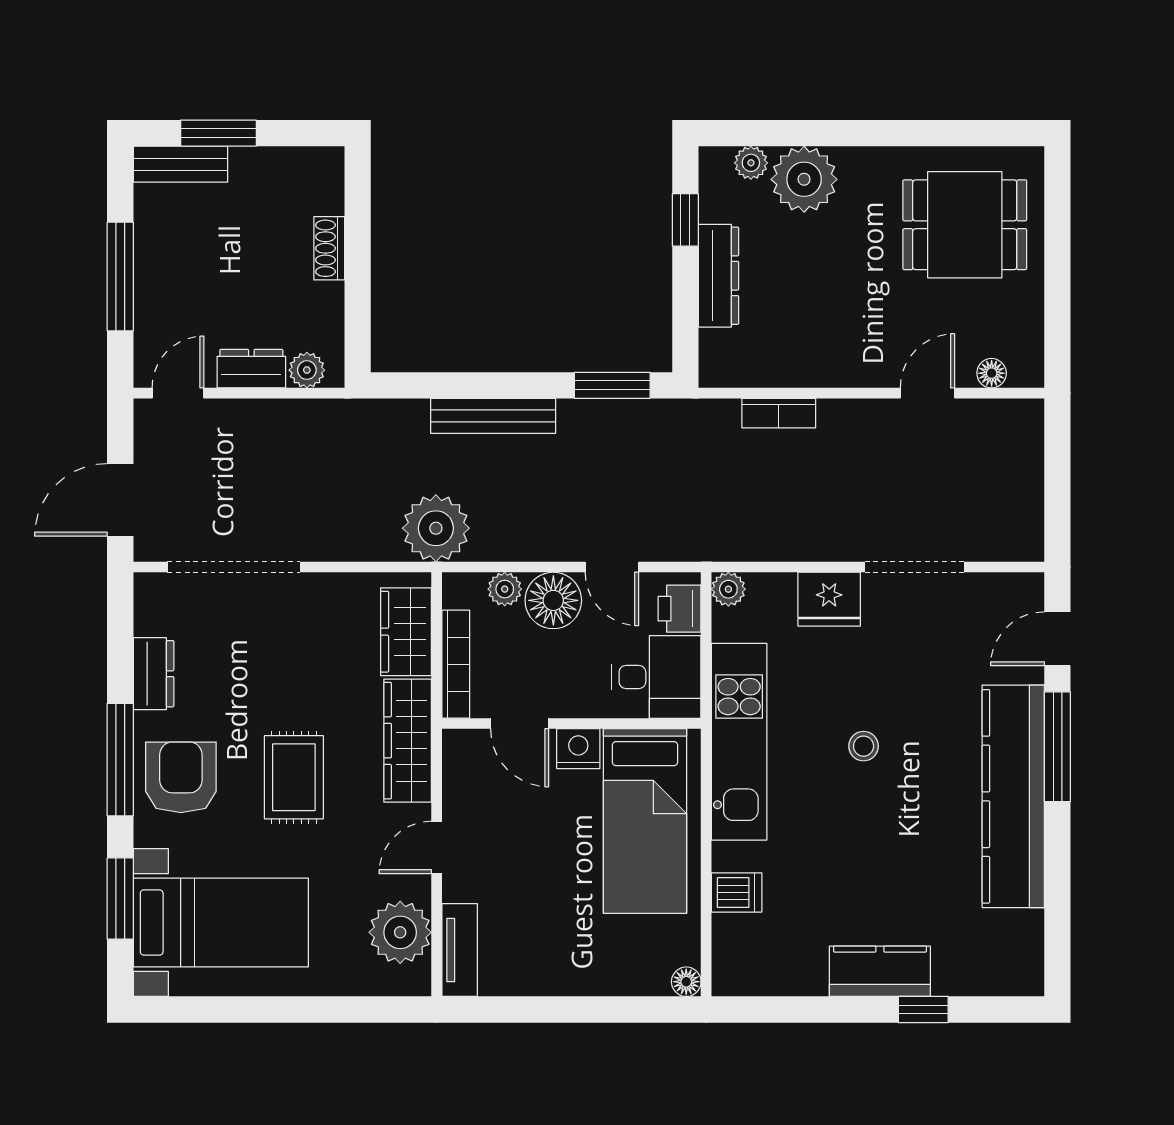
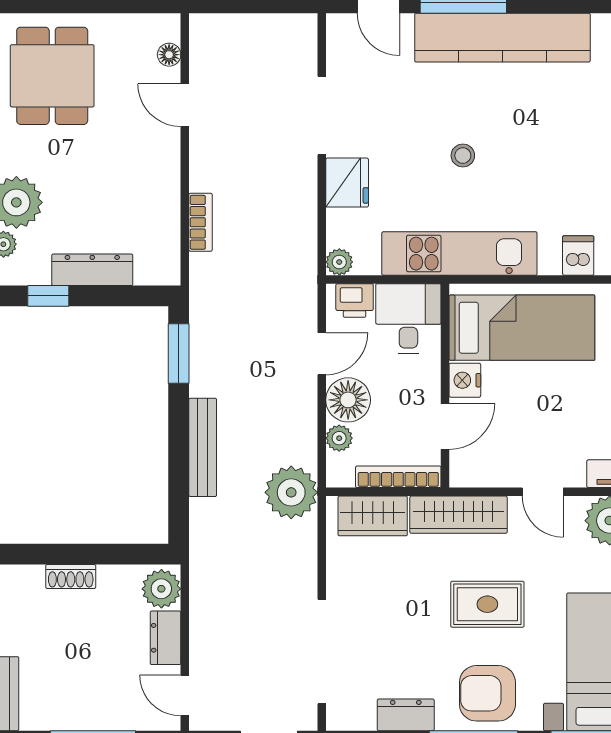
plant: (307, 370) -> (161, 589), width x1.38, depth x1.38

